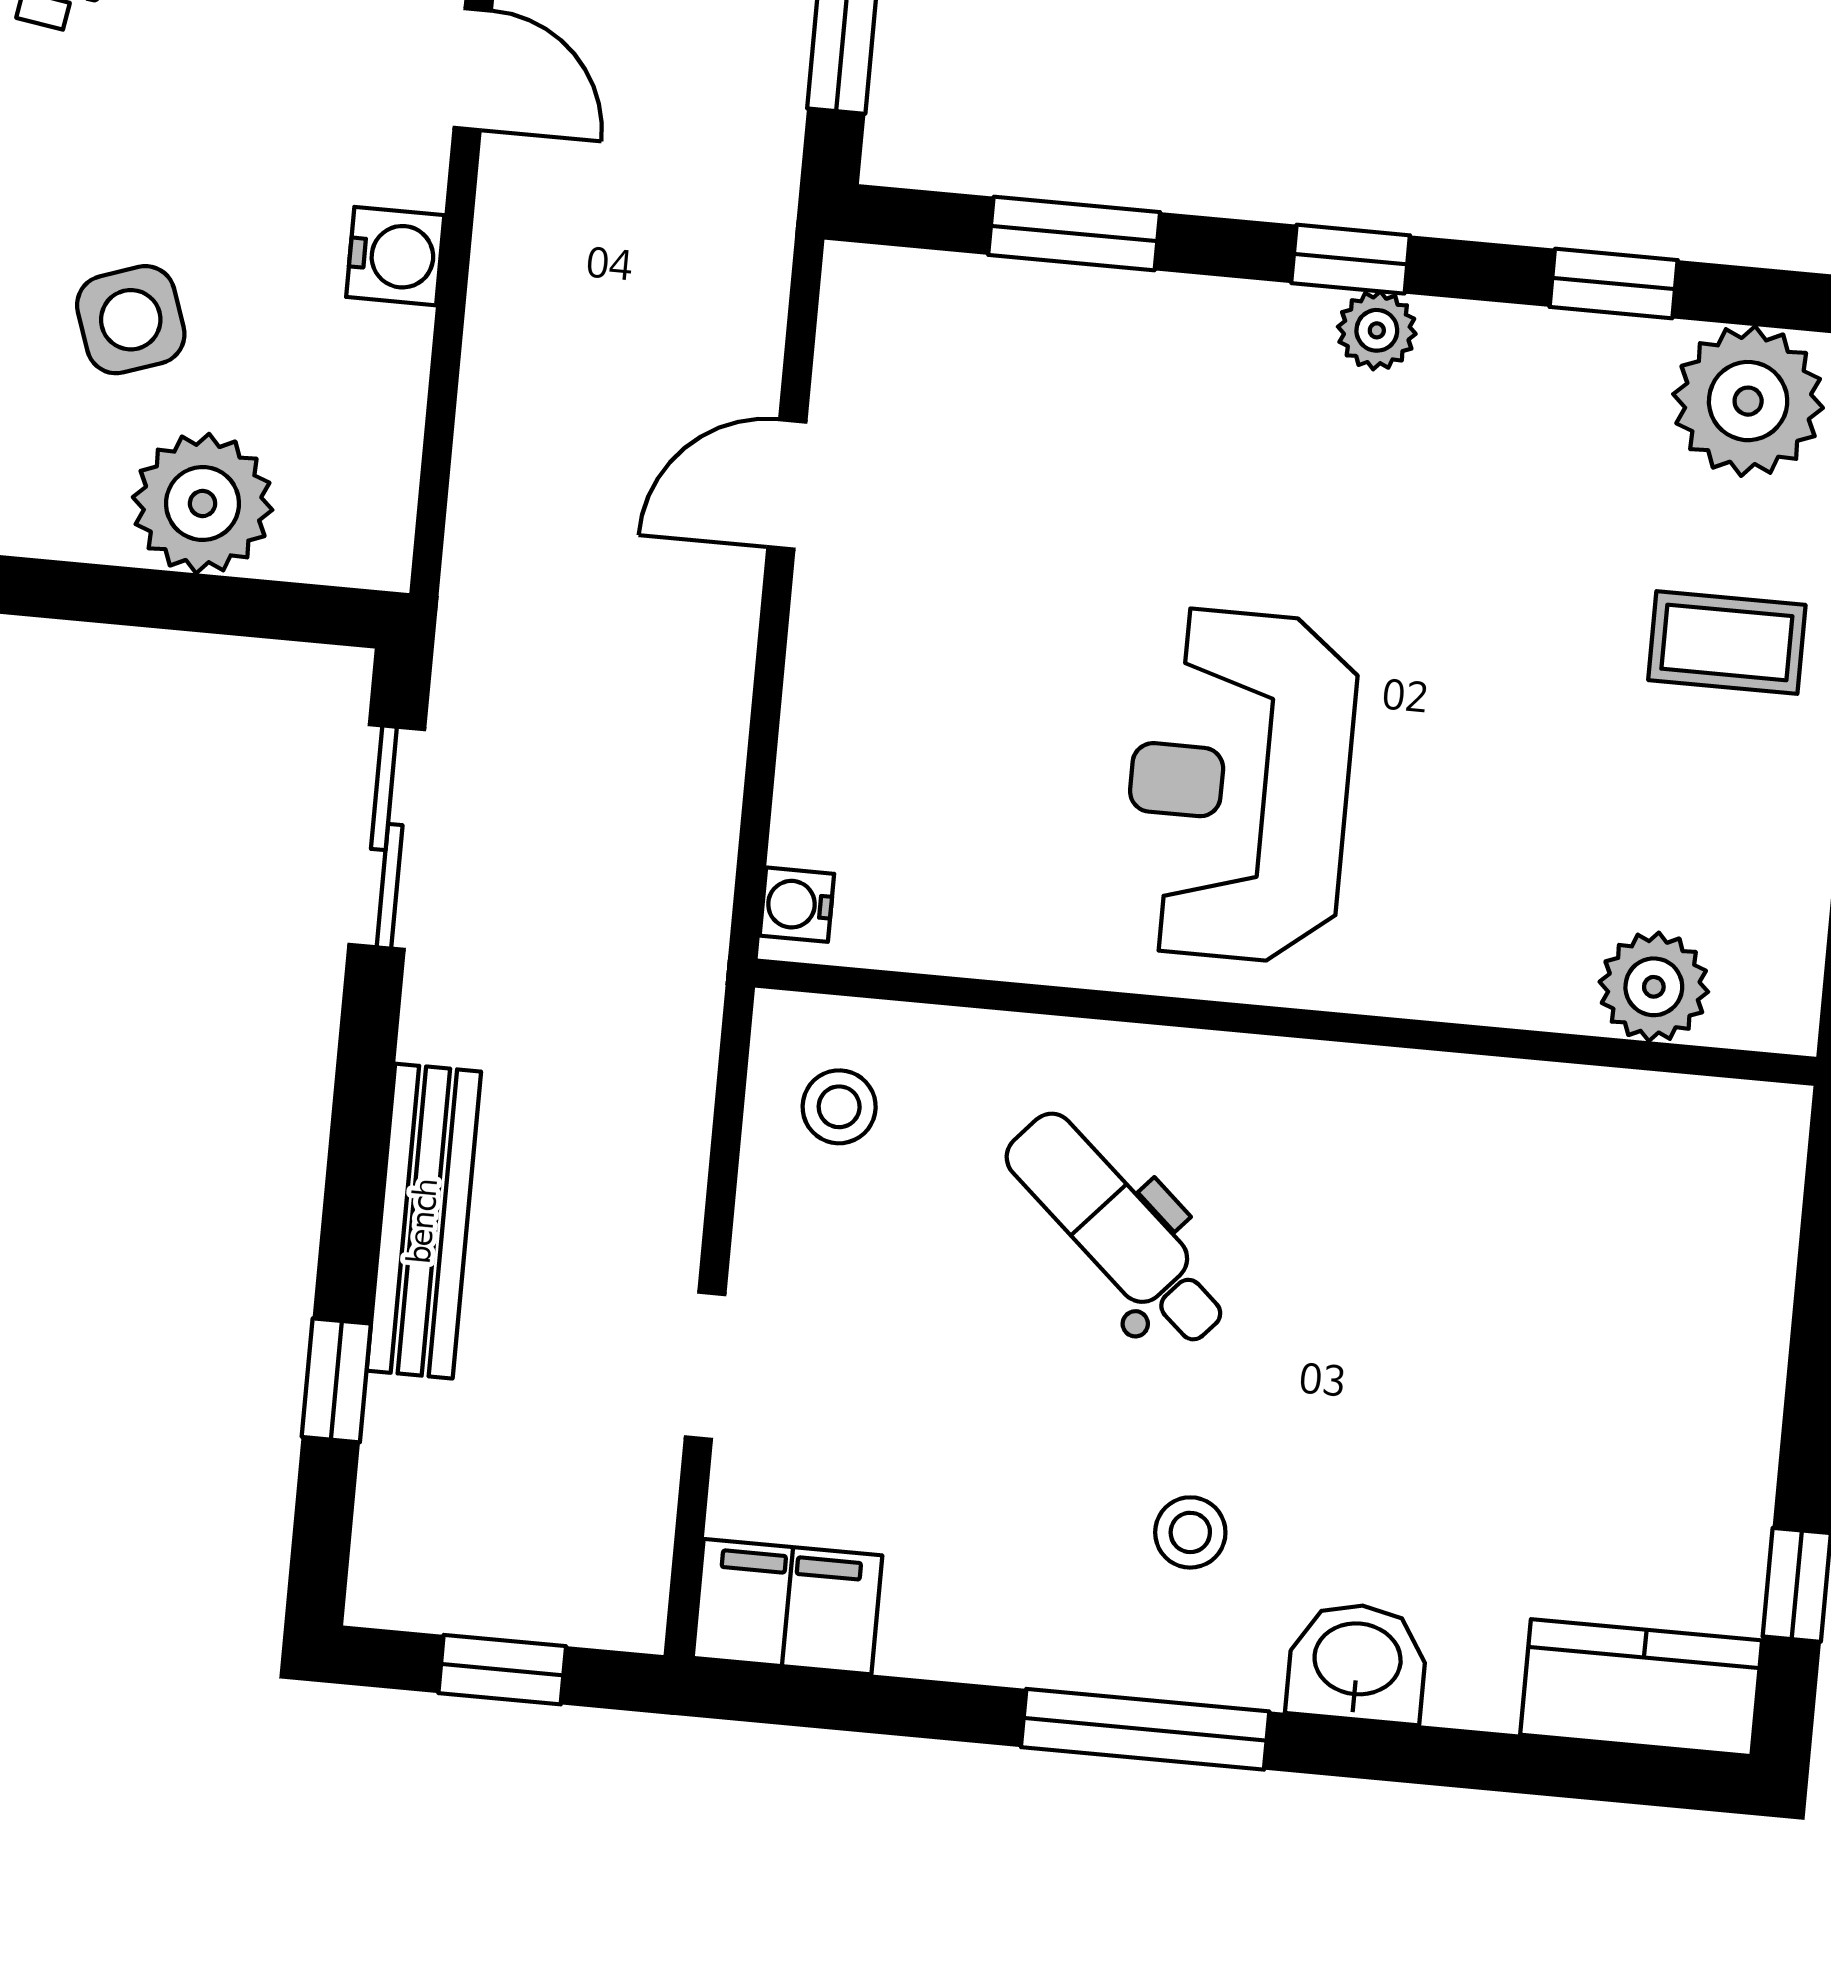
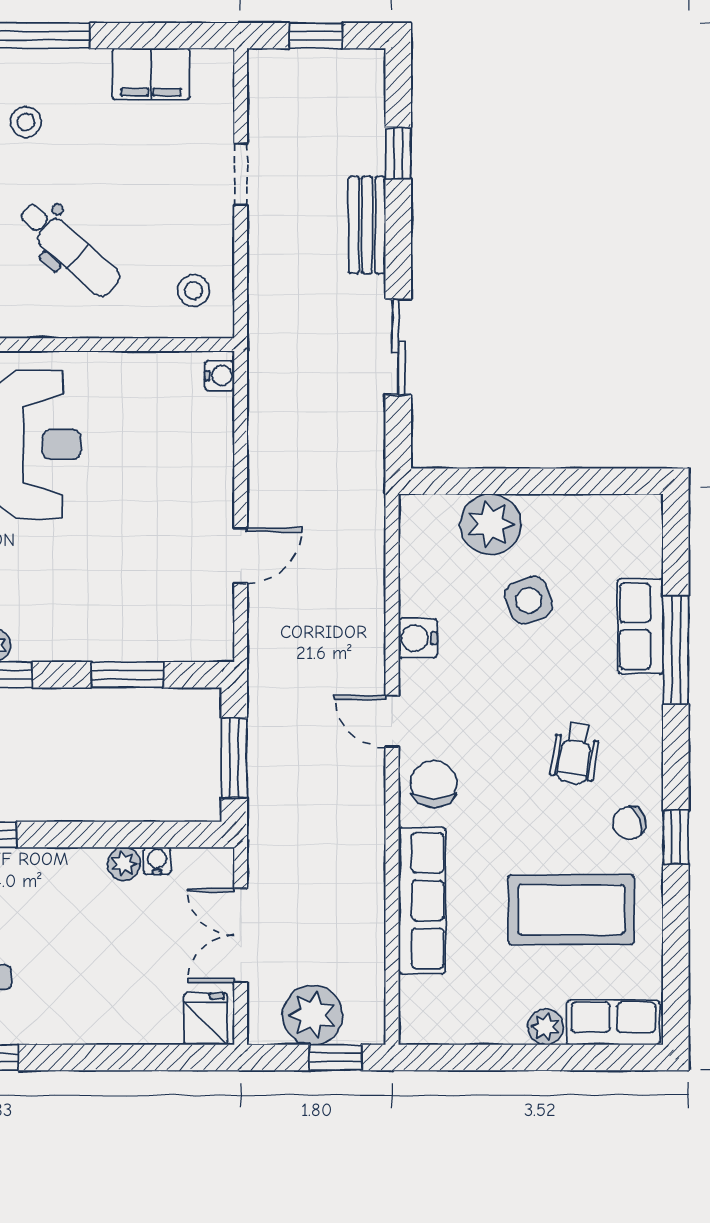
sliding door: (387, 837) -> (398, 347), moved
bench: (424, 1221) -> (367, 225), width x0.73
filing cabinet: (787, 1607) -> (151, 74), moved

